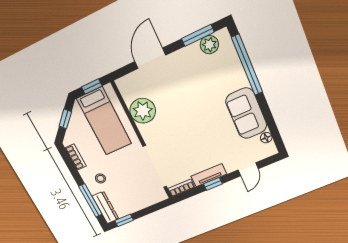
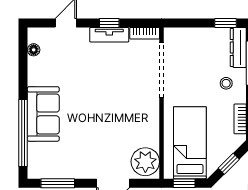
plant: (209, 45) -> (51, 169), removed
plant: (143, 111) -> (145, 162), moved
sofa: (246, 113) -> (43, 114), moved

